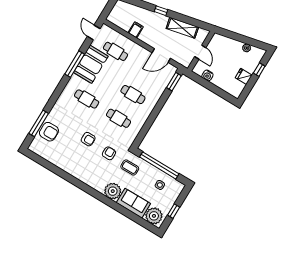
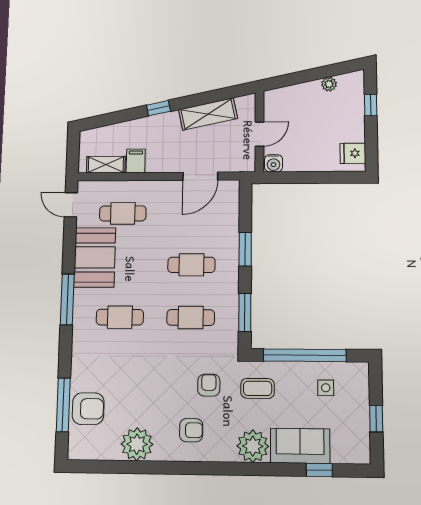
shelving: (121, 23) -> (106, 165), added
door: (200, 52) -> (259, 134), hinge flipped
window: (75, 64) -> (67, 299), moved
water cooler: (207, 75) -> (274, 163), moved
fridge: (244, 76) -> (353, 153), moved
window: (174, 82) -> (245, 249), moved
window: (144, 131) -> (245, 312), added
armchair: (88, 139) -> (191, 430), moved
plant: (154, 216) -> (137, 444), moved
window: (136, 218) -> (319, 470), added

